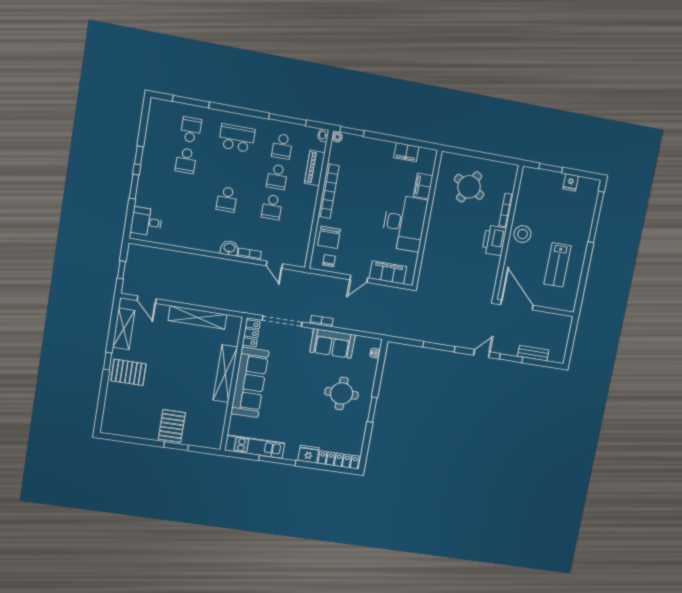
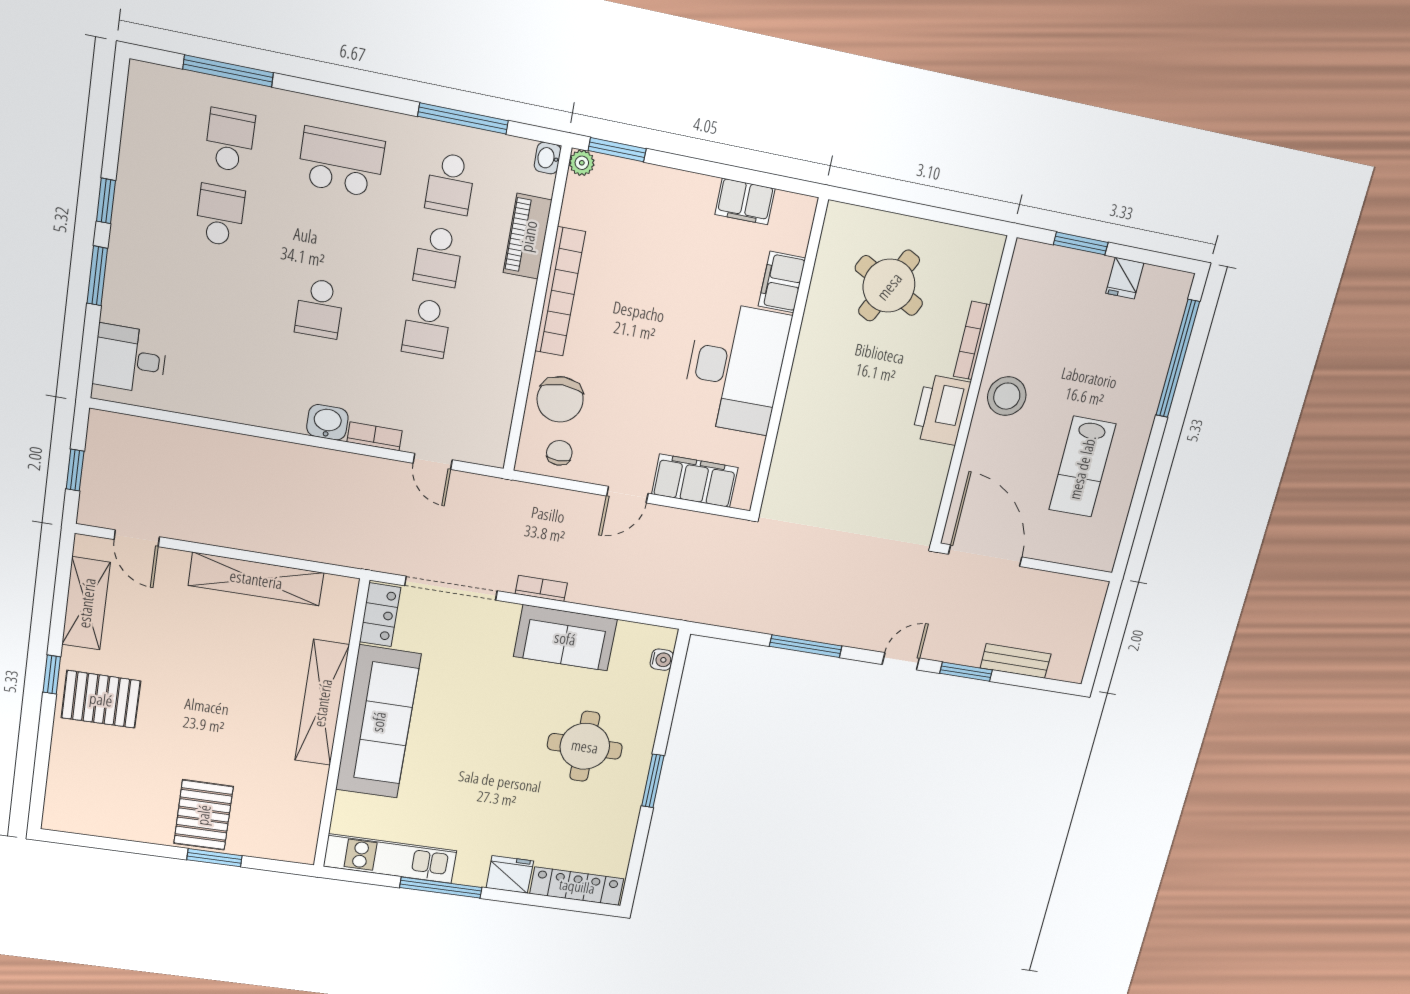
school desk: (186, 161) -> (220, 215), turned 180

